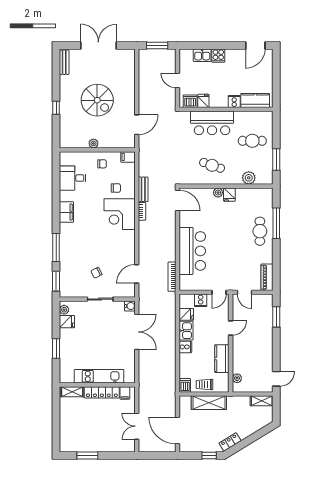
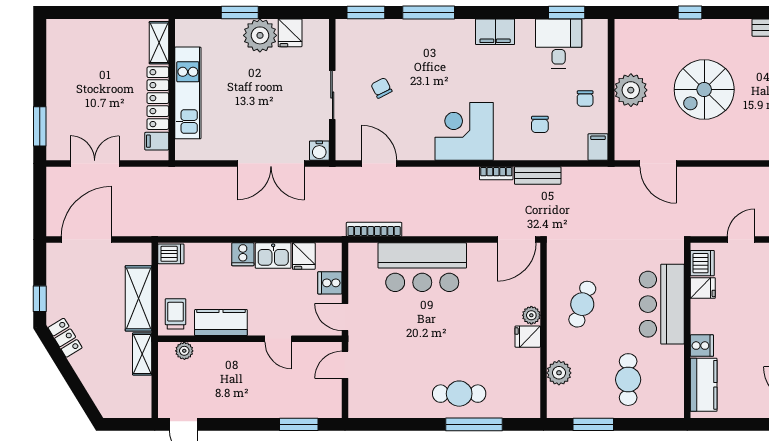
plant: (93, 144) -> (631, 90), width x1.88, depth x1.88
window: (56, 174) -> (567, 12), added
corner desk: (120, 214) -> (464, 131), moved
piano: (267, 277) -> (373, 407), removed
plant: (64, 310) -> (260, 35), moved, width x1.88, depth x1.88
trolley: (204, 384) -> (175, 314), moved
shelving: (262, 401) -> (142, 354), moved
window: (87, 456) -> (40, 126), moved

